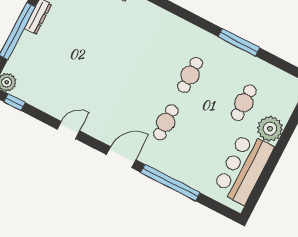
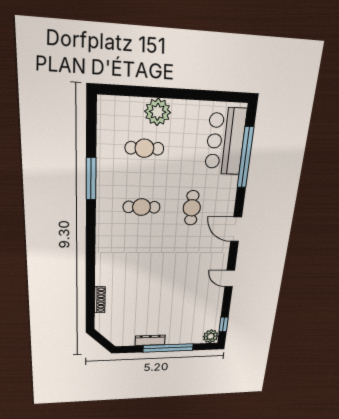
cafe table: (166, 122) -> (192, 208), turned 90
bar counter: (243, 168) -> (225, 141), moved, turned 90
window: (170, 183) -> (245, 158), moved

